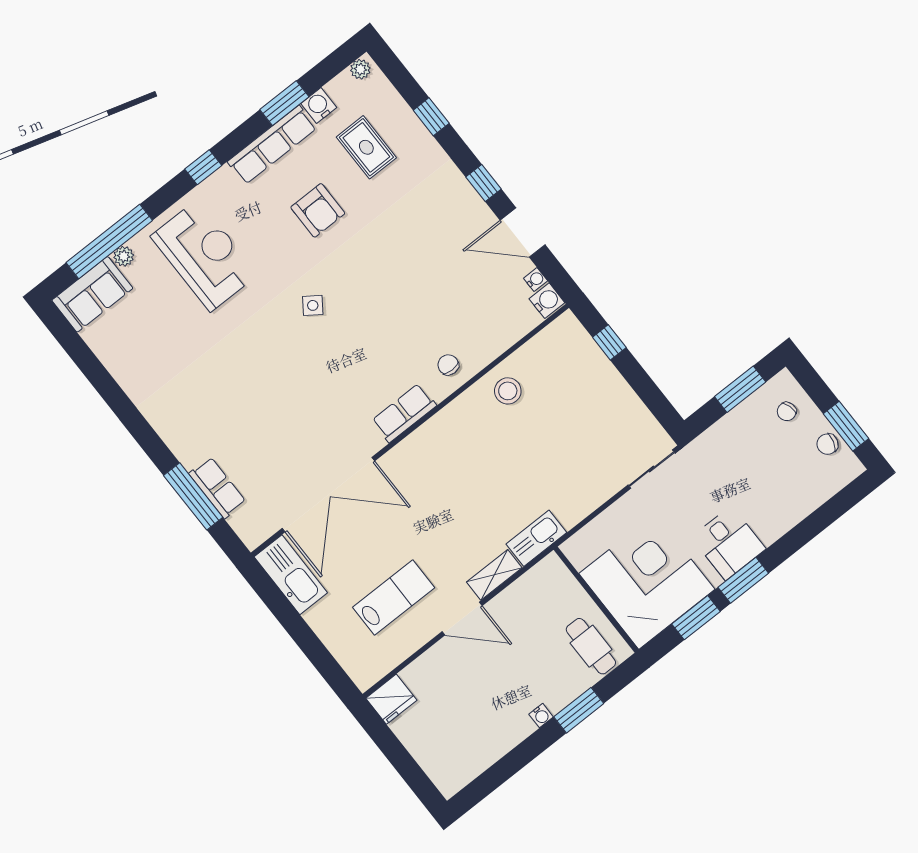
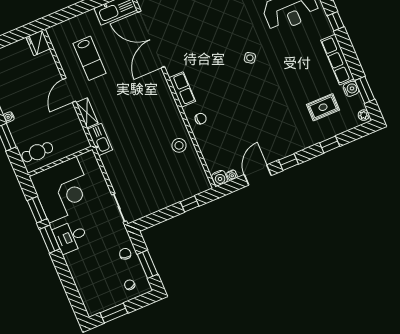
window: (284, 103) -> (365, 90), moved
armchair: (318, 210) -> (298, 74), removed
chair: (827, 444) -> (125, 254), moved

